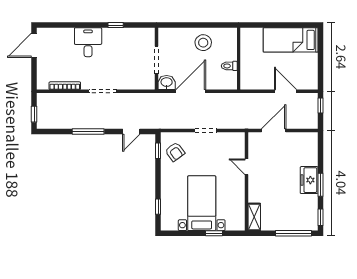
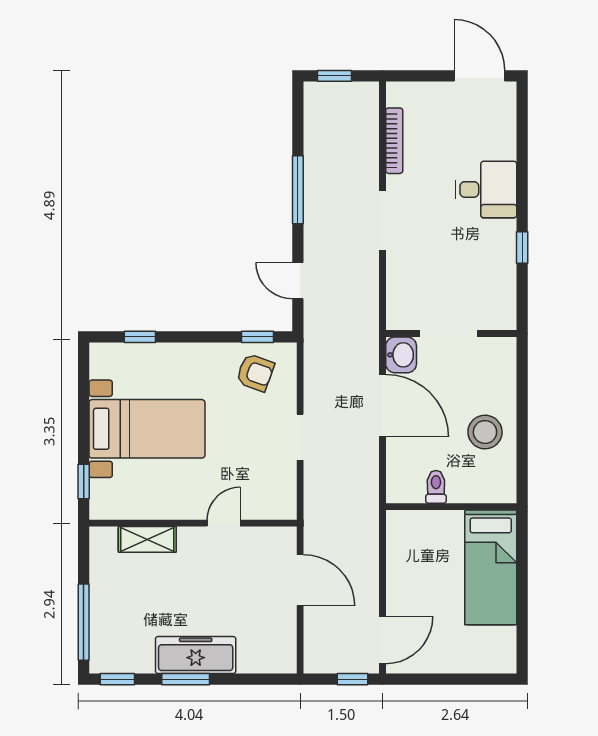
bed: (291, 40) -> (491, 567), moved, turned 180
door: (286, 91) -> (382, 640), moved
armchair: (175, 152) -> (255, 373), turned -124
freezer: (309, 180) -> (196, 655), width x1.40
shelving: (254, 217) -> (147, 539), moved
window: (214, 233) -> (84, 482), moved

